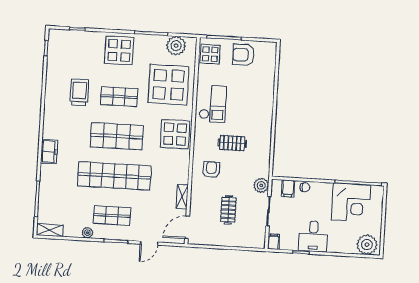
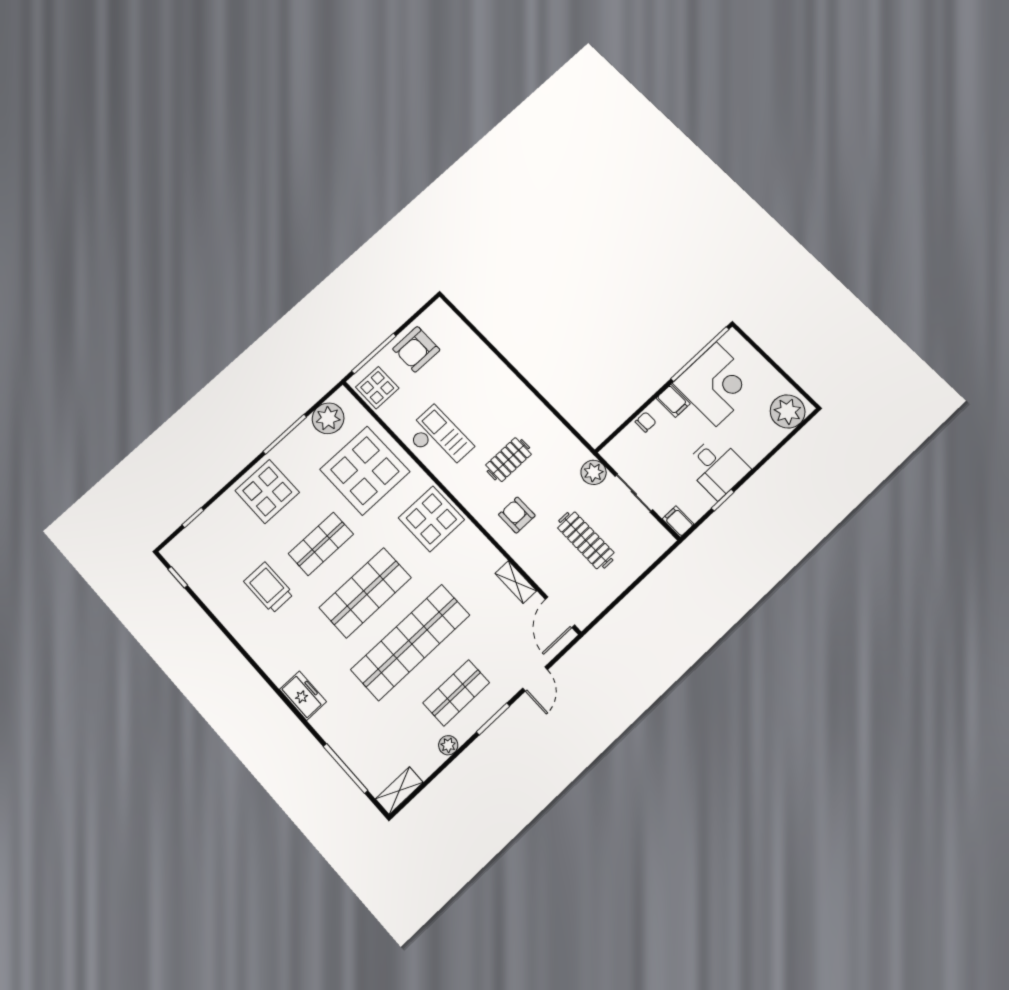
filing cabinet: (288, 188) -> (673, 401), moved
clothes rail: (228, 210) -> (586, 540), width x1.36

